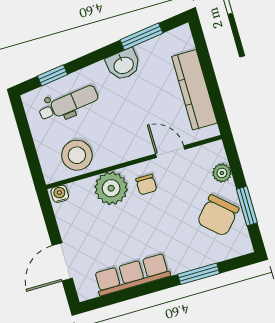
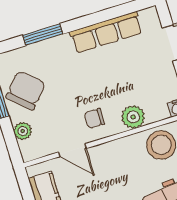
chair: (146, 185) -> (94, 118), turned -90
plant: (111, 188) -> (133, 117), width x0.73, depth x0.73

